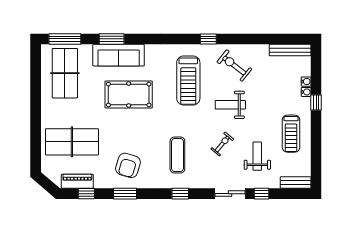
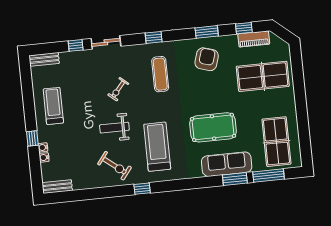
window: (65, 39) -> (268, 176), moved
bench: (290, 50) -> (57, 187), width x0.73
weight bench: (230, 105) -> (114, 128), turned 180
weight bench: (257, 156) -> (83, 81), removed

